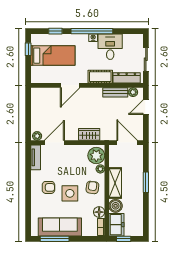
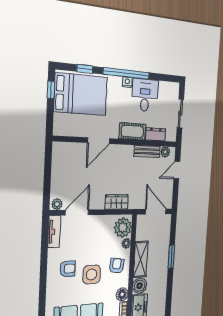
bed: (53, 56) -> (81, 94), width x1.50
dresser: (127, 78) -> (156, 134), width x0.70

